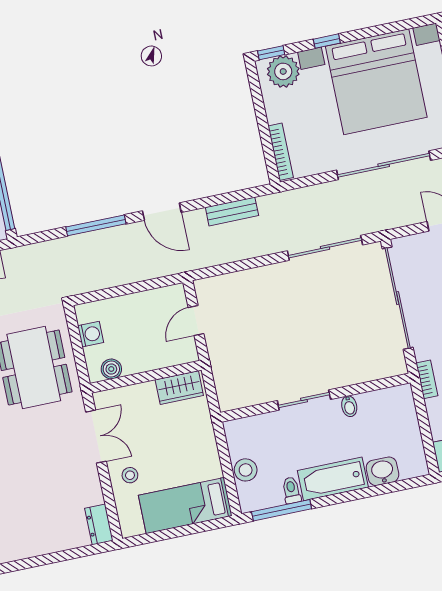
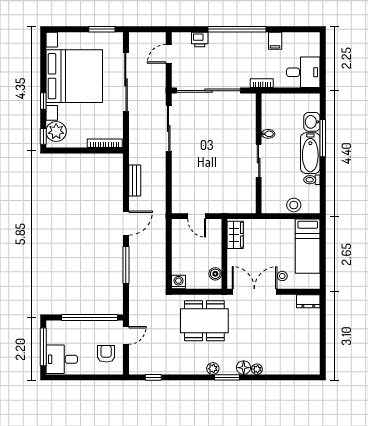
washing machine: (91, 334) -> (178, 282), moved
double door: (96, 437) -> (254, 292), width x1.37
window: (282, 510) -> (323, 138), moved

